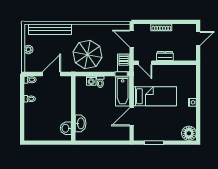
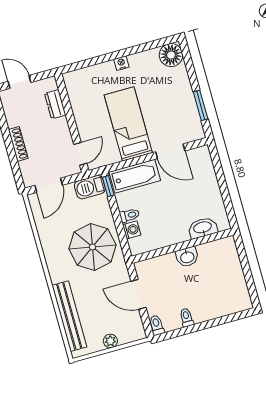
dresser: (165, 56) -> (55, 104), moved
washbasin: (66, 128) -> (187, 257), moved

